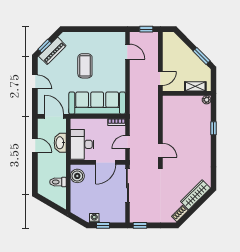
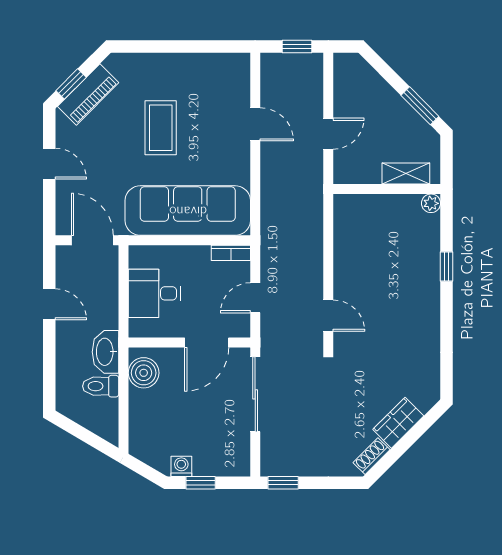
door: (127, 52) -> (255, 124), moved
door: (160, 78) -> (328, 134), moved
washbasin: (60, 143) -> (106, 352), moved
desk: (82, 144) -> (154, 293), width x0.73
wardrobe: (195, 195) -> (398, 423), width x0.67

